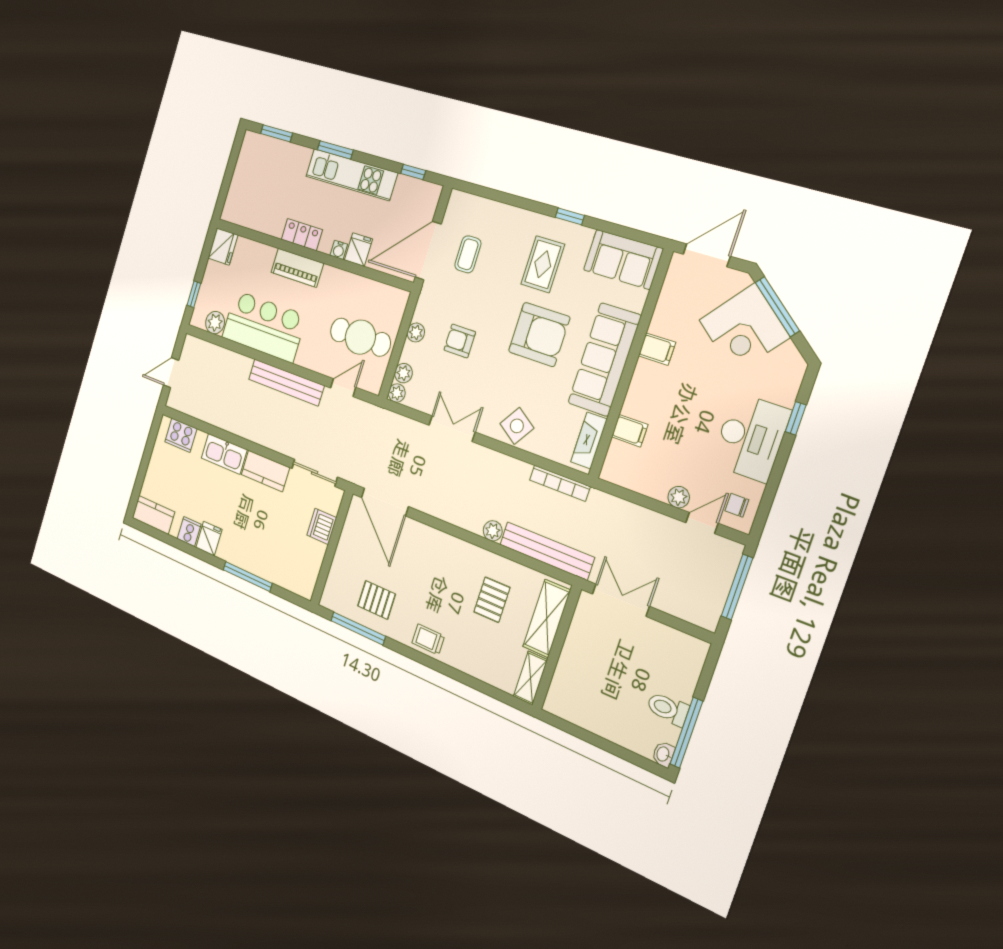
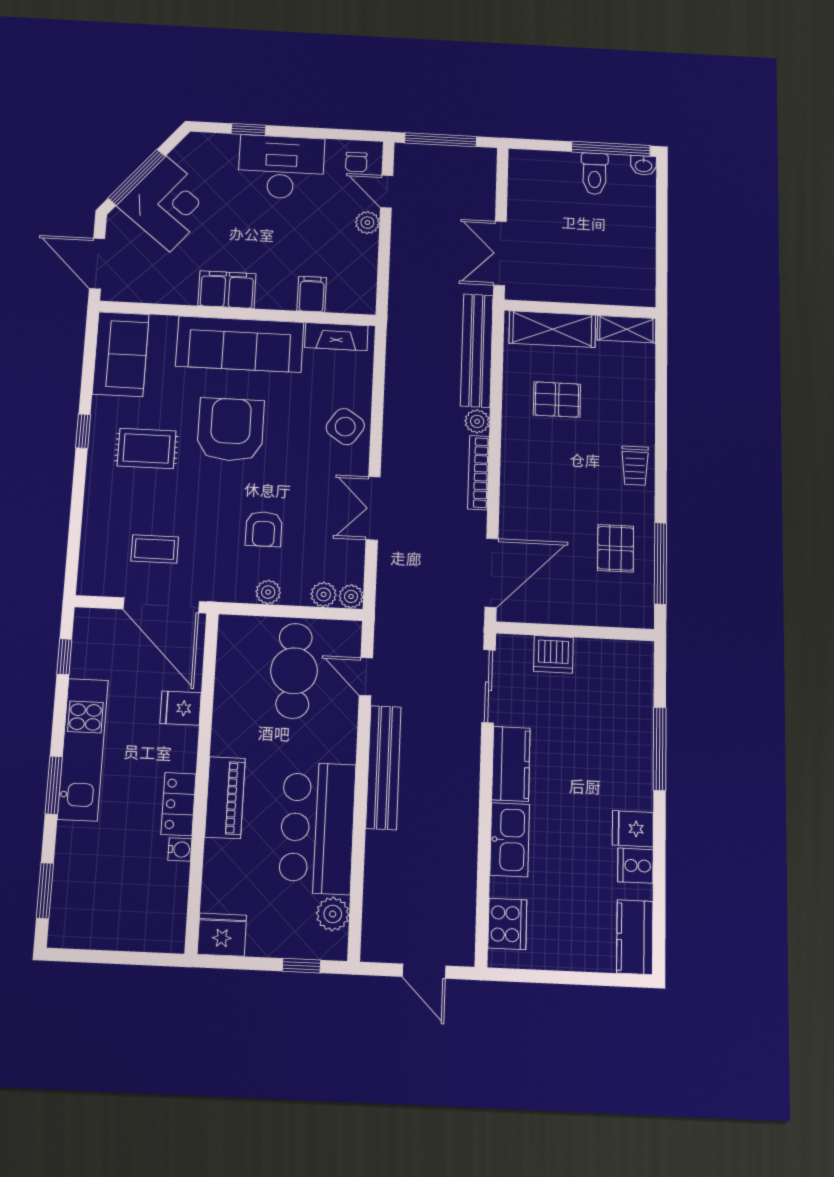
water cooler: (339, 250) -> (180, 849), moved
filing cabinet: (657, 349) -> (227, 290), width x2.00
bookcase: (560, 483) -> (478, 473), moved, turned 180

